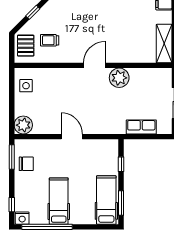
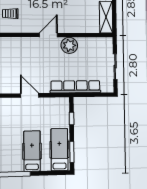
row of seats: (141, 127) -> (75, 87), width x2.02
hospital bed: (59, 201) -> (32, 151), moved

